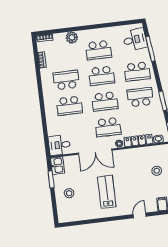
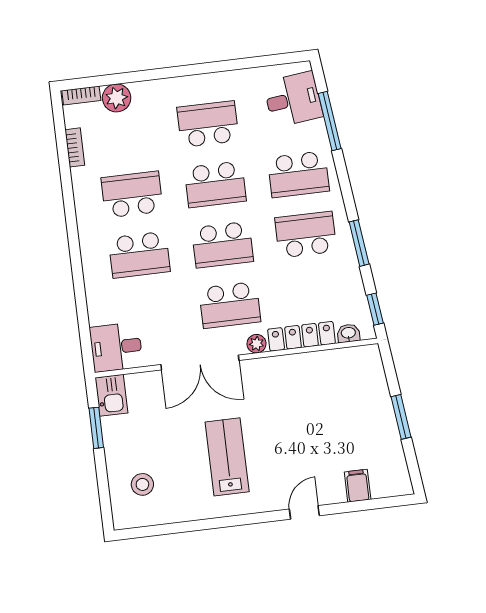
plant: (72, 37) -> (117, 98), moved
school desk: (99, 50) -> (208, 124), turned 180
stool: (157, 171) -> (344, 407), removed
stool: (69, 193) -> (142, 484), moved

